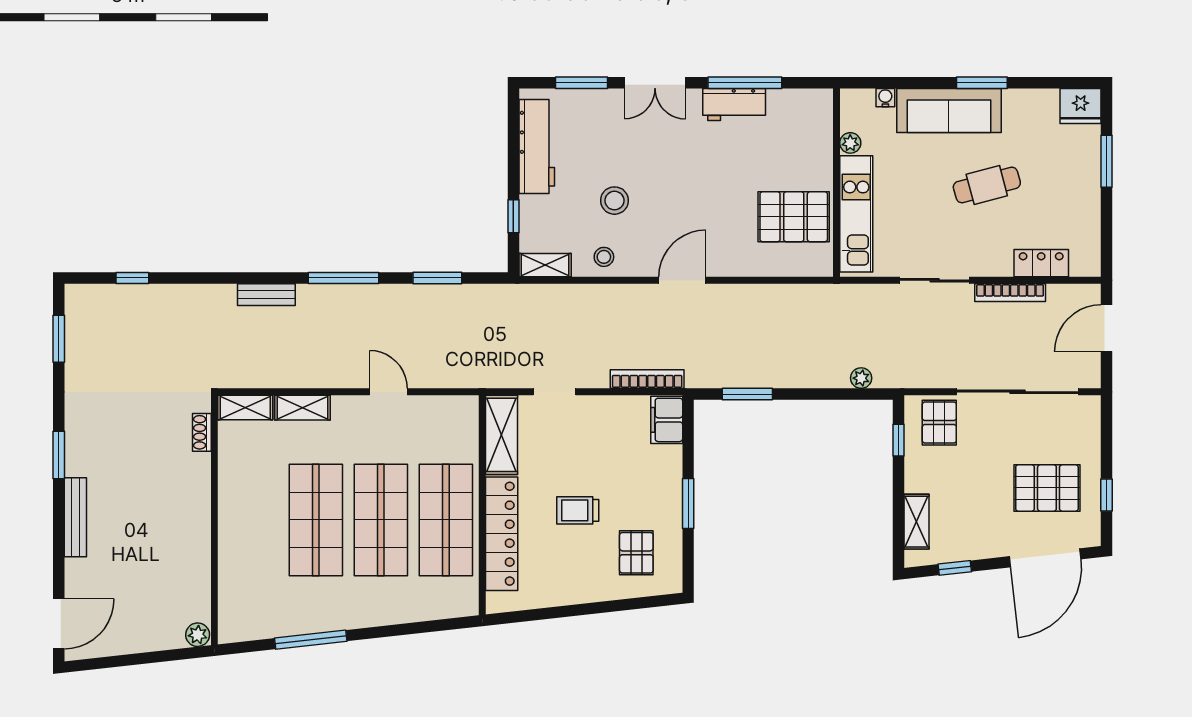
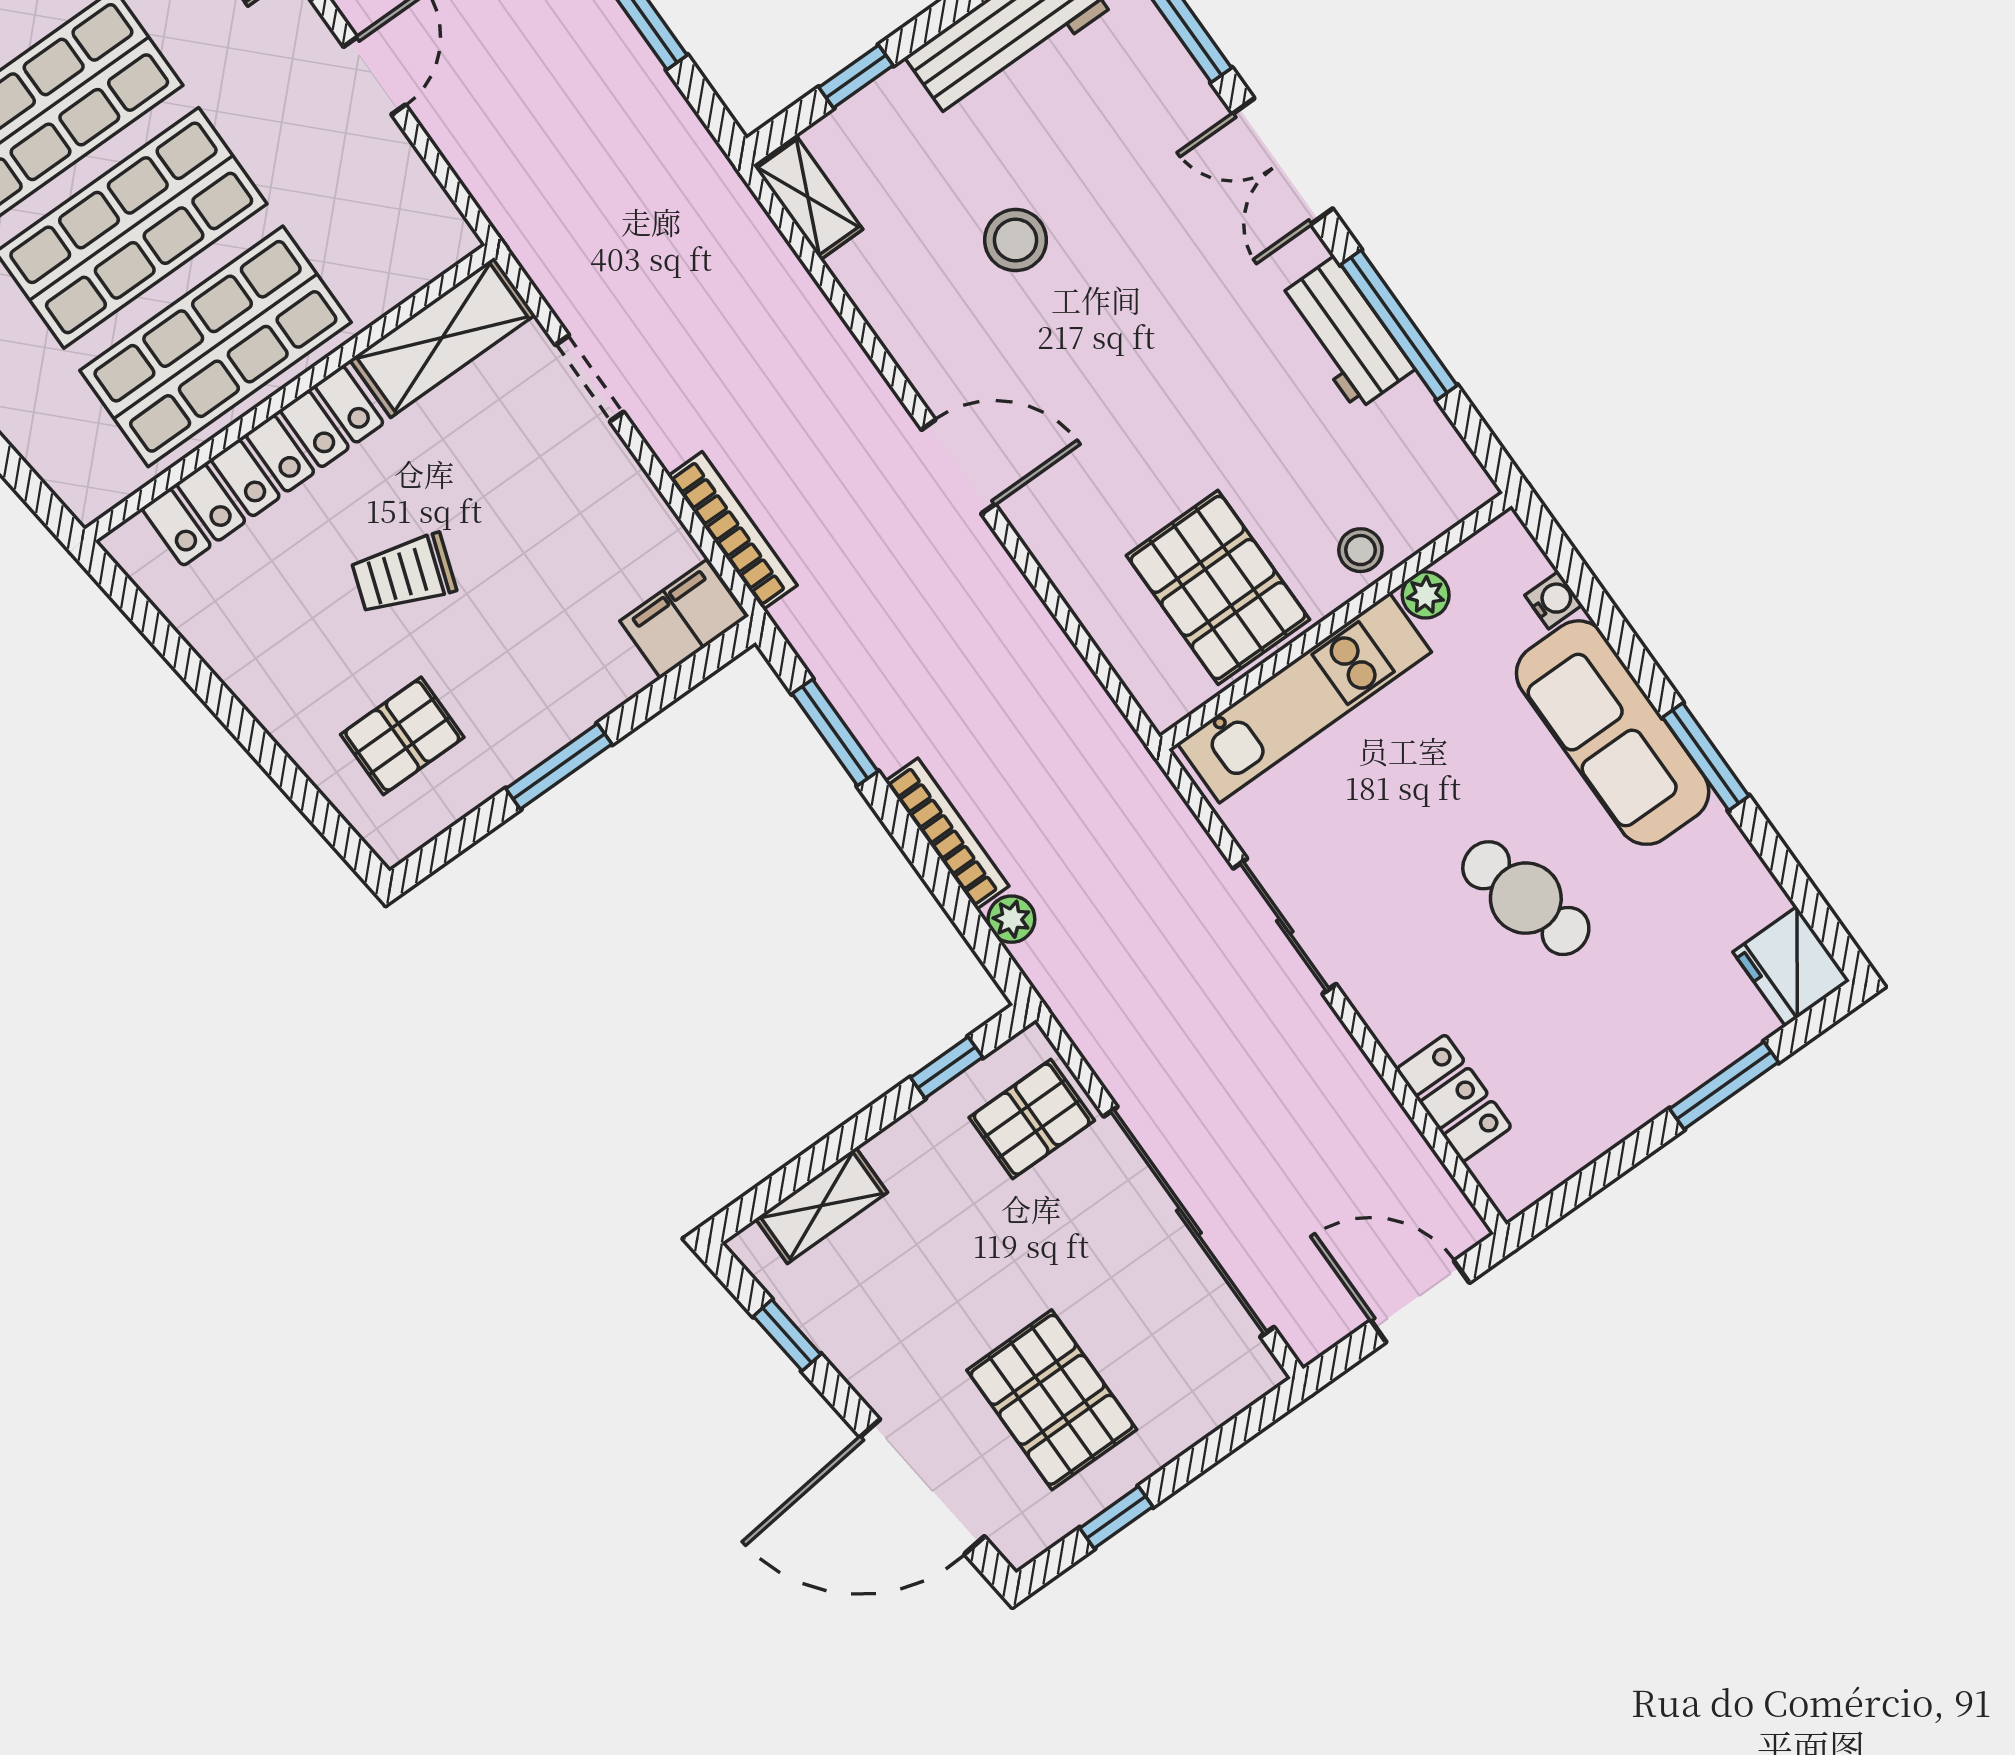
stool: (604, 257) -> (1360, 550), moved
bookcase: (1010, 293) -> (947, 834), moved, turned 180
trolley: (578, 510) -> (404, 574), turned -71

